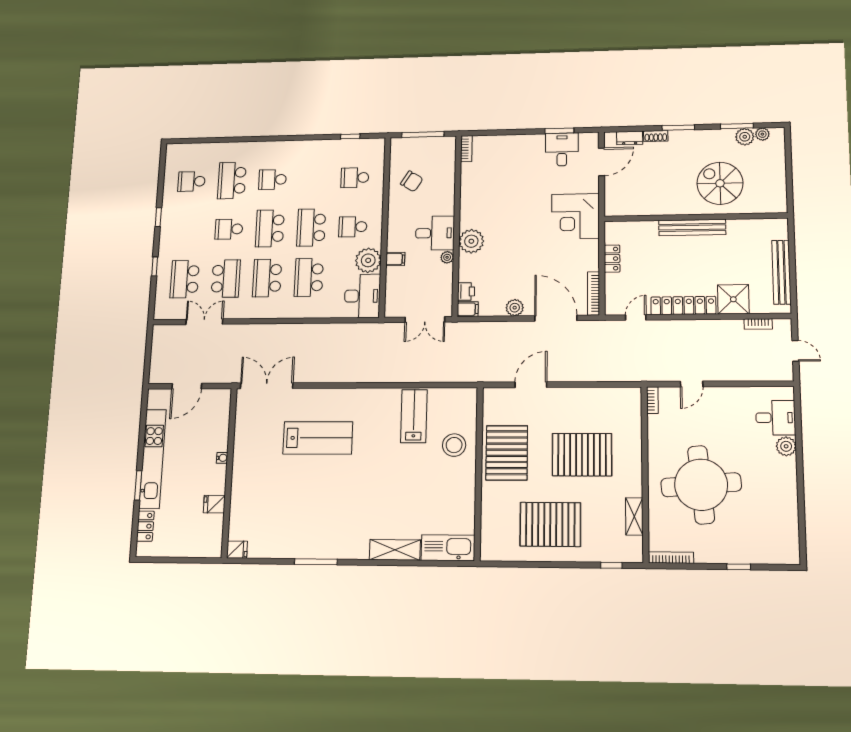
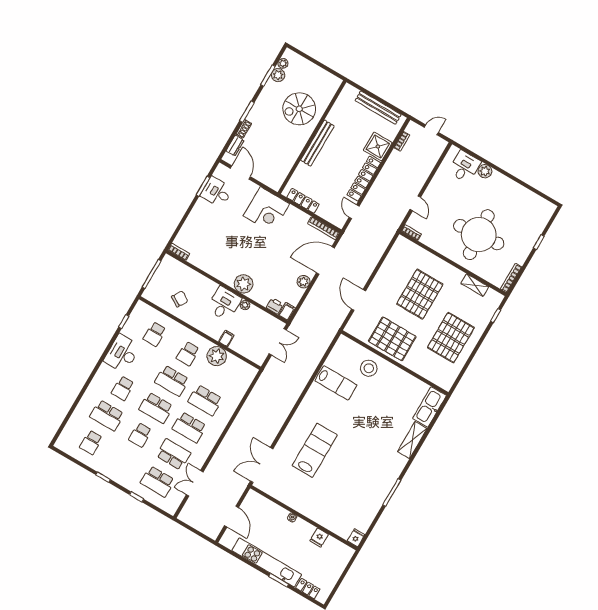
locker: (612, 259) -> (303, 201), width x1.53
desk: (362, 296) -> (122, 353), moved, turned -90
lab bench: (414, 416) -> (336, 383), turned 180

